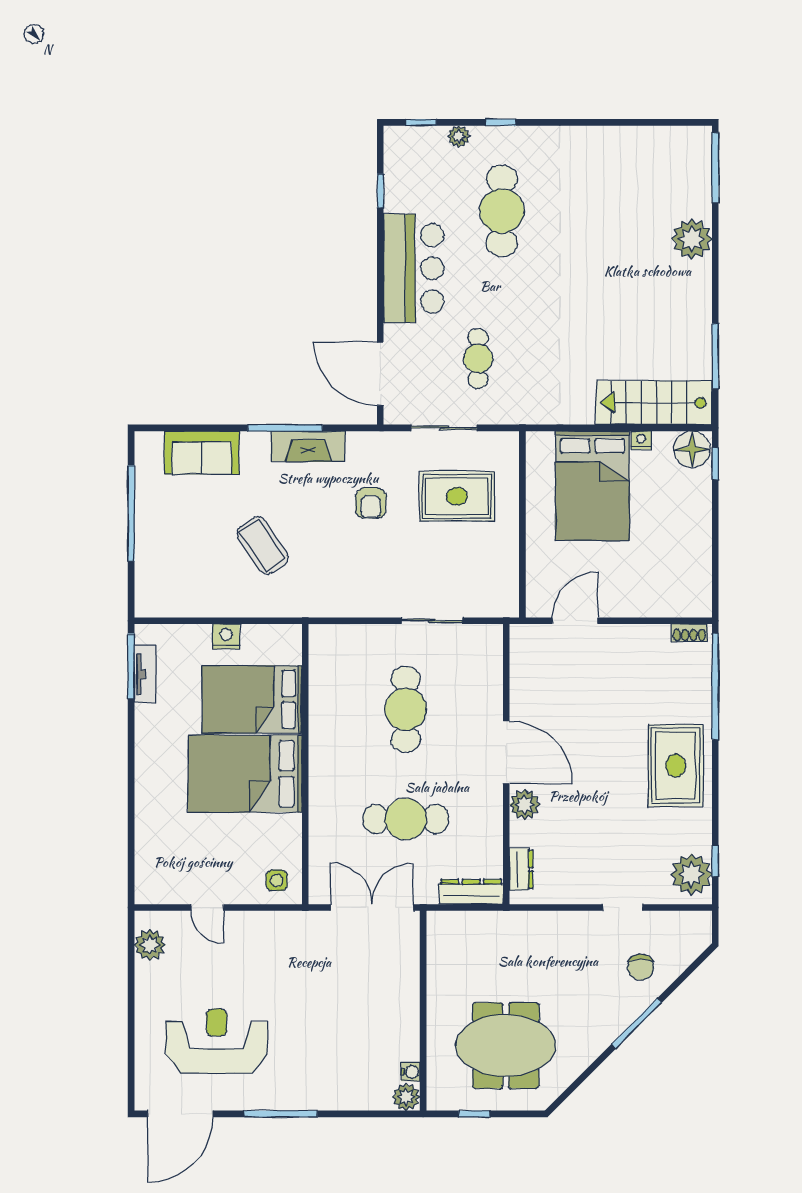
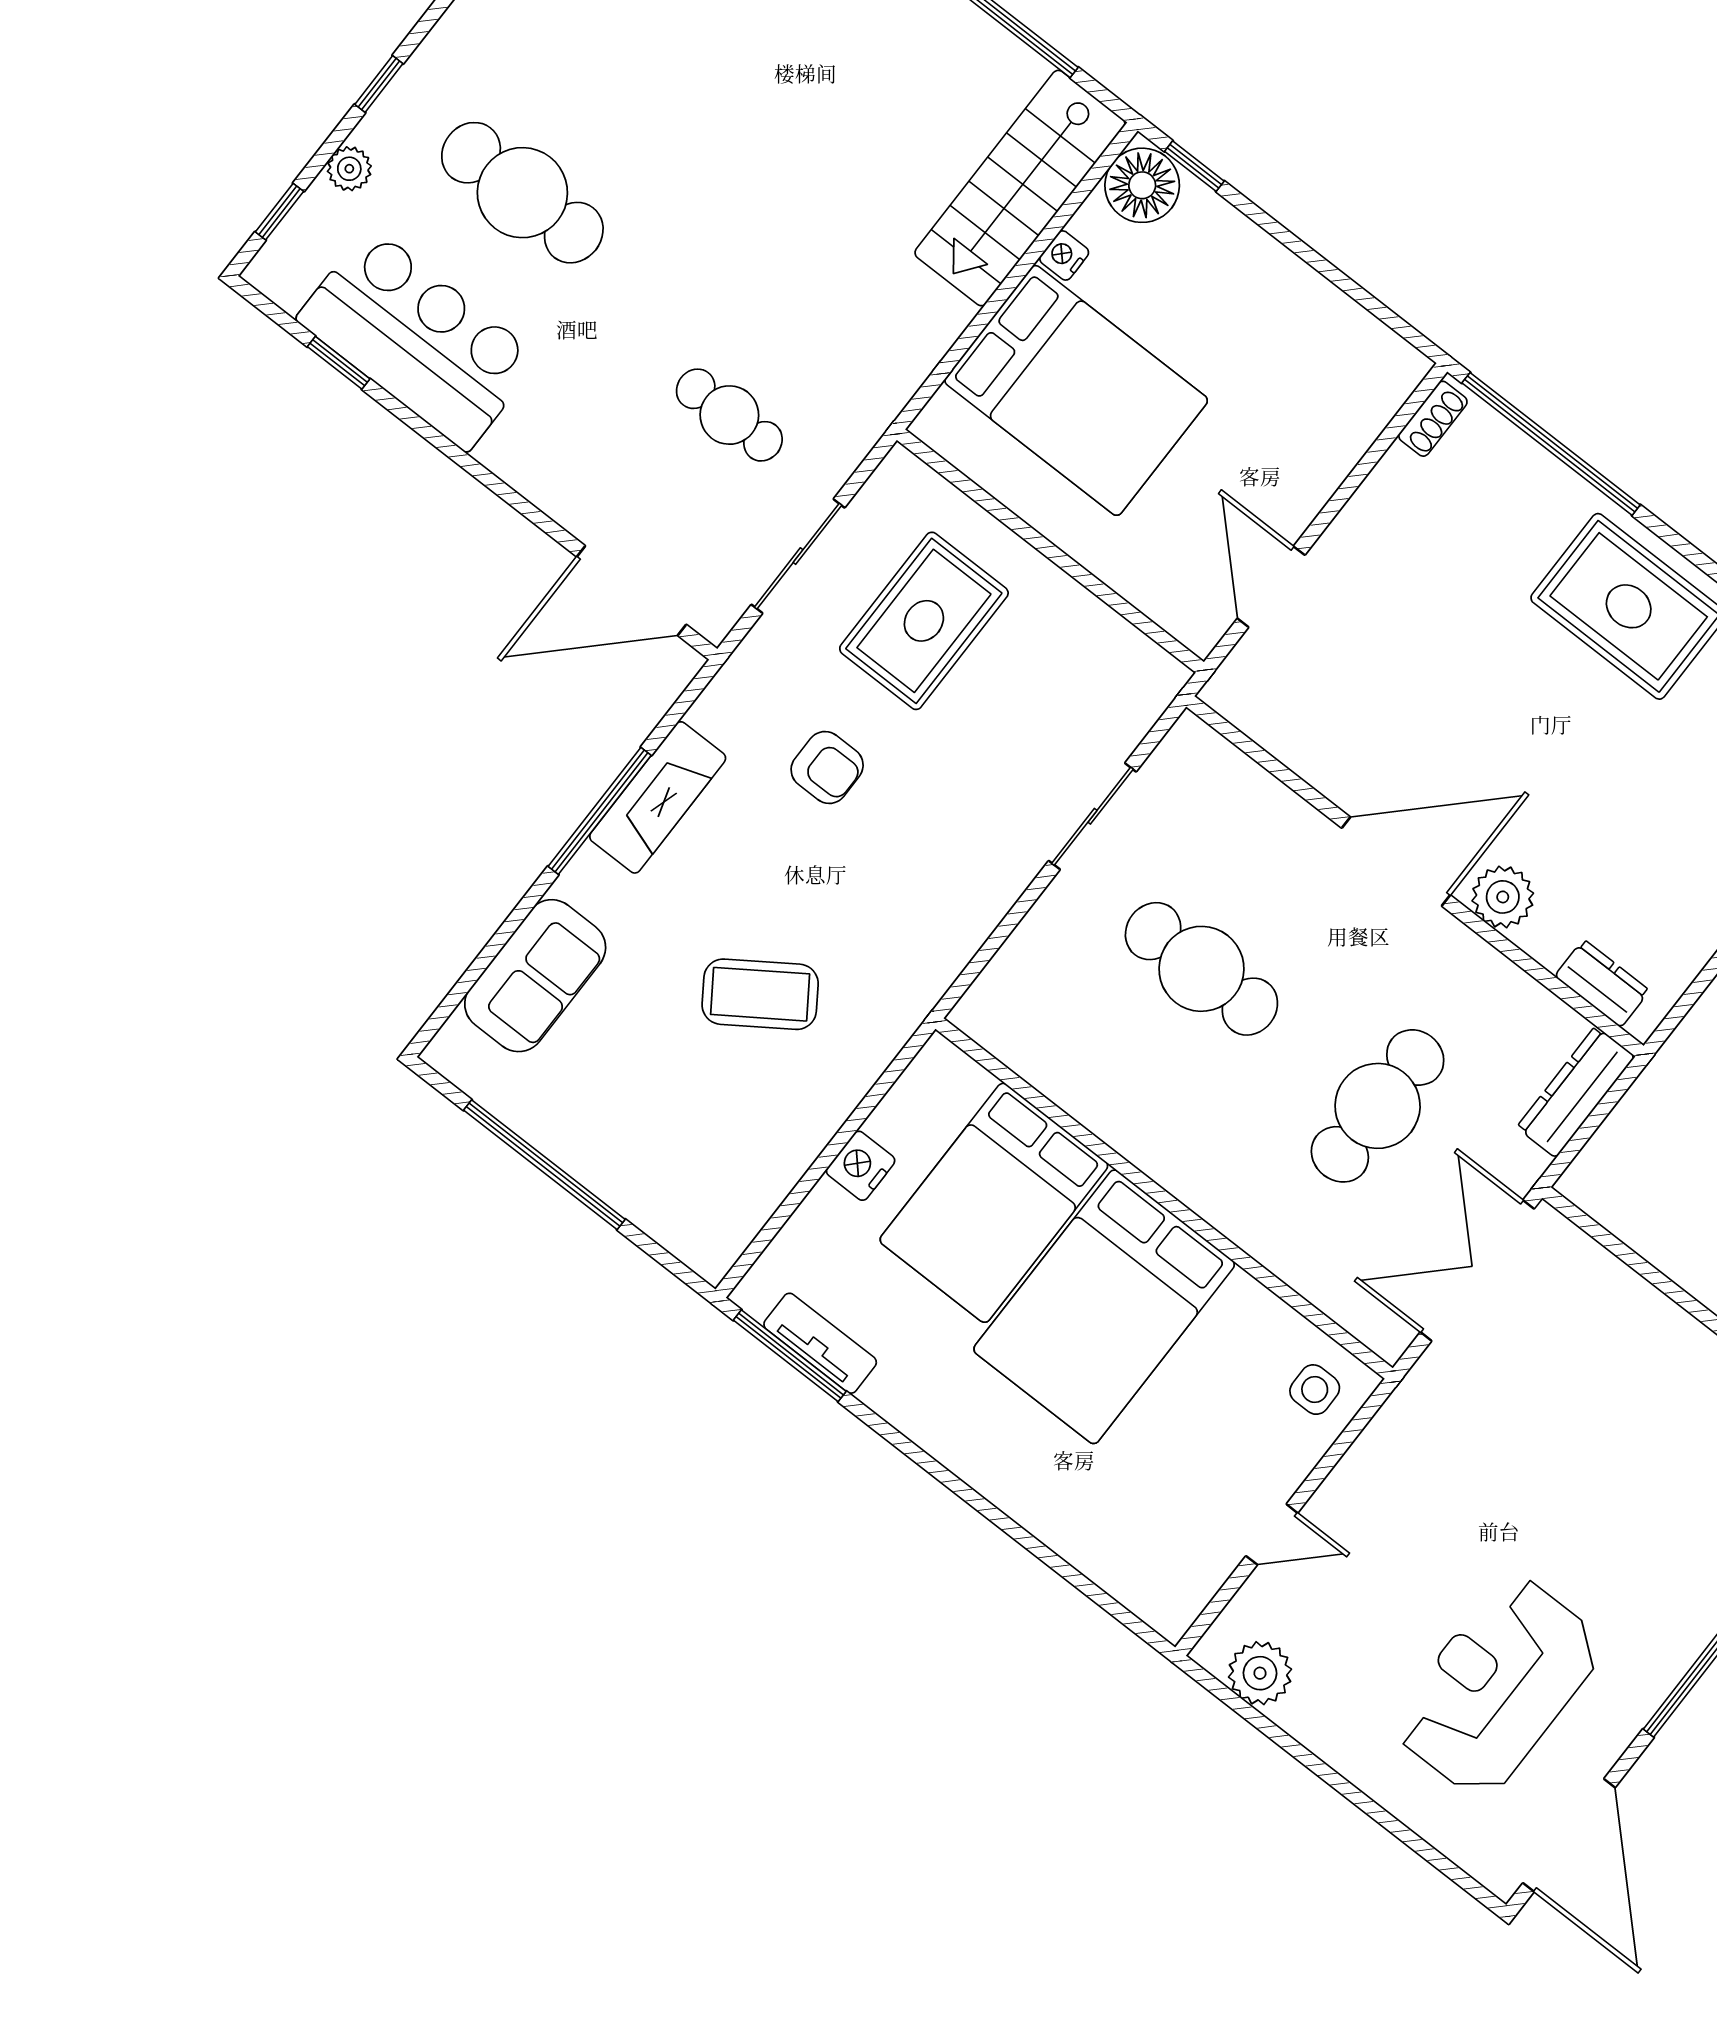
bar counter: (414, 268) -> (418, 339), moved

